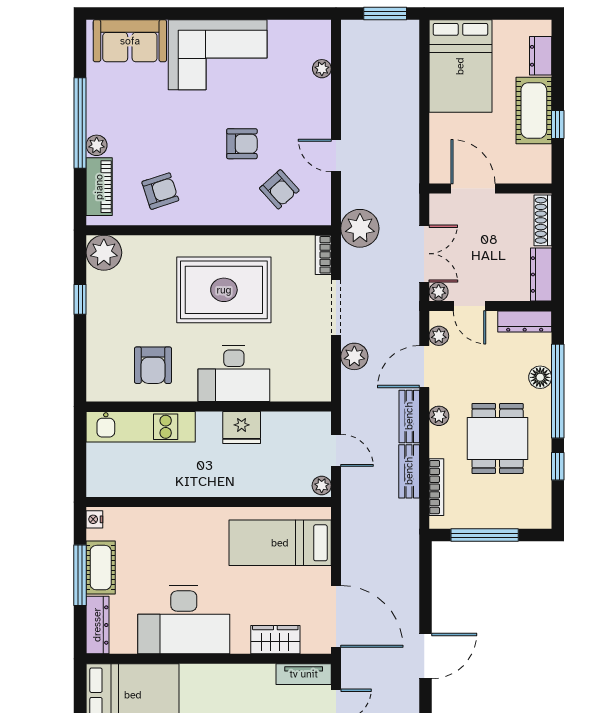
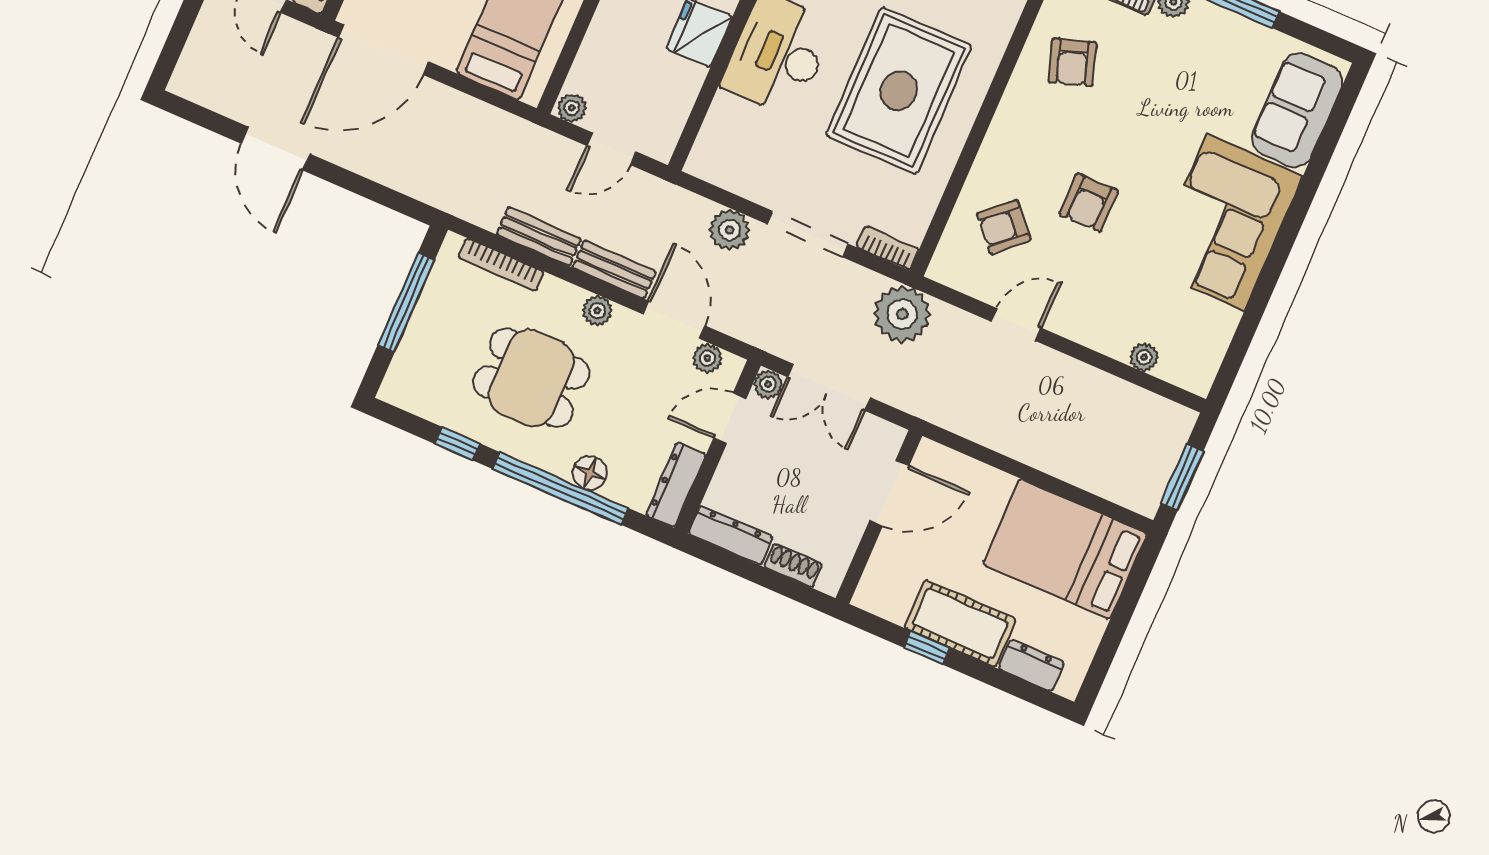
shoe rack: (543, 220) -> (793, 566), width x0.70

